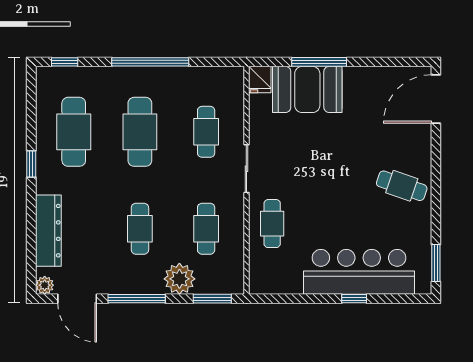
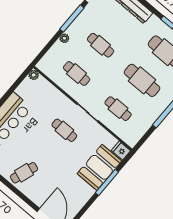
cafe table: (272, 224) -> (64, 130), moved
plant: (179, 279) -> (64, 38), width x0.53, depth x0.53
plant: (258, 285) -> (34, 75), added
window: (212, 299) -> (44, 51), removed

